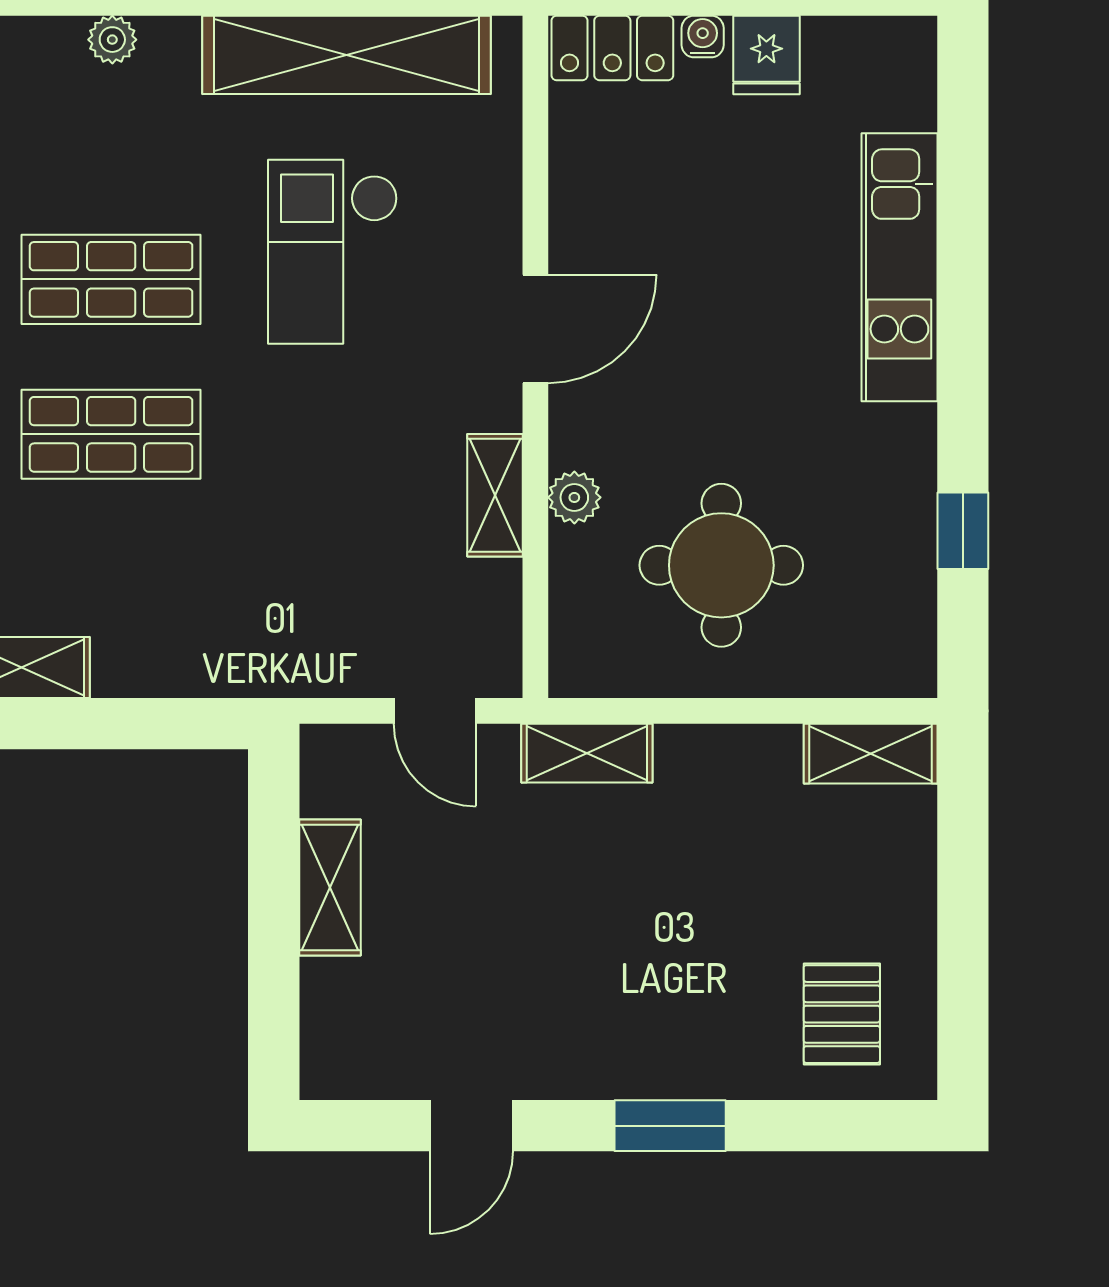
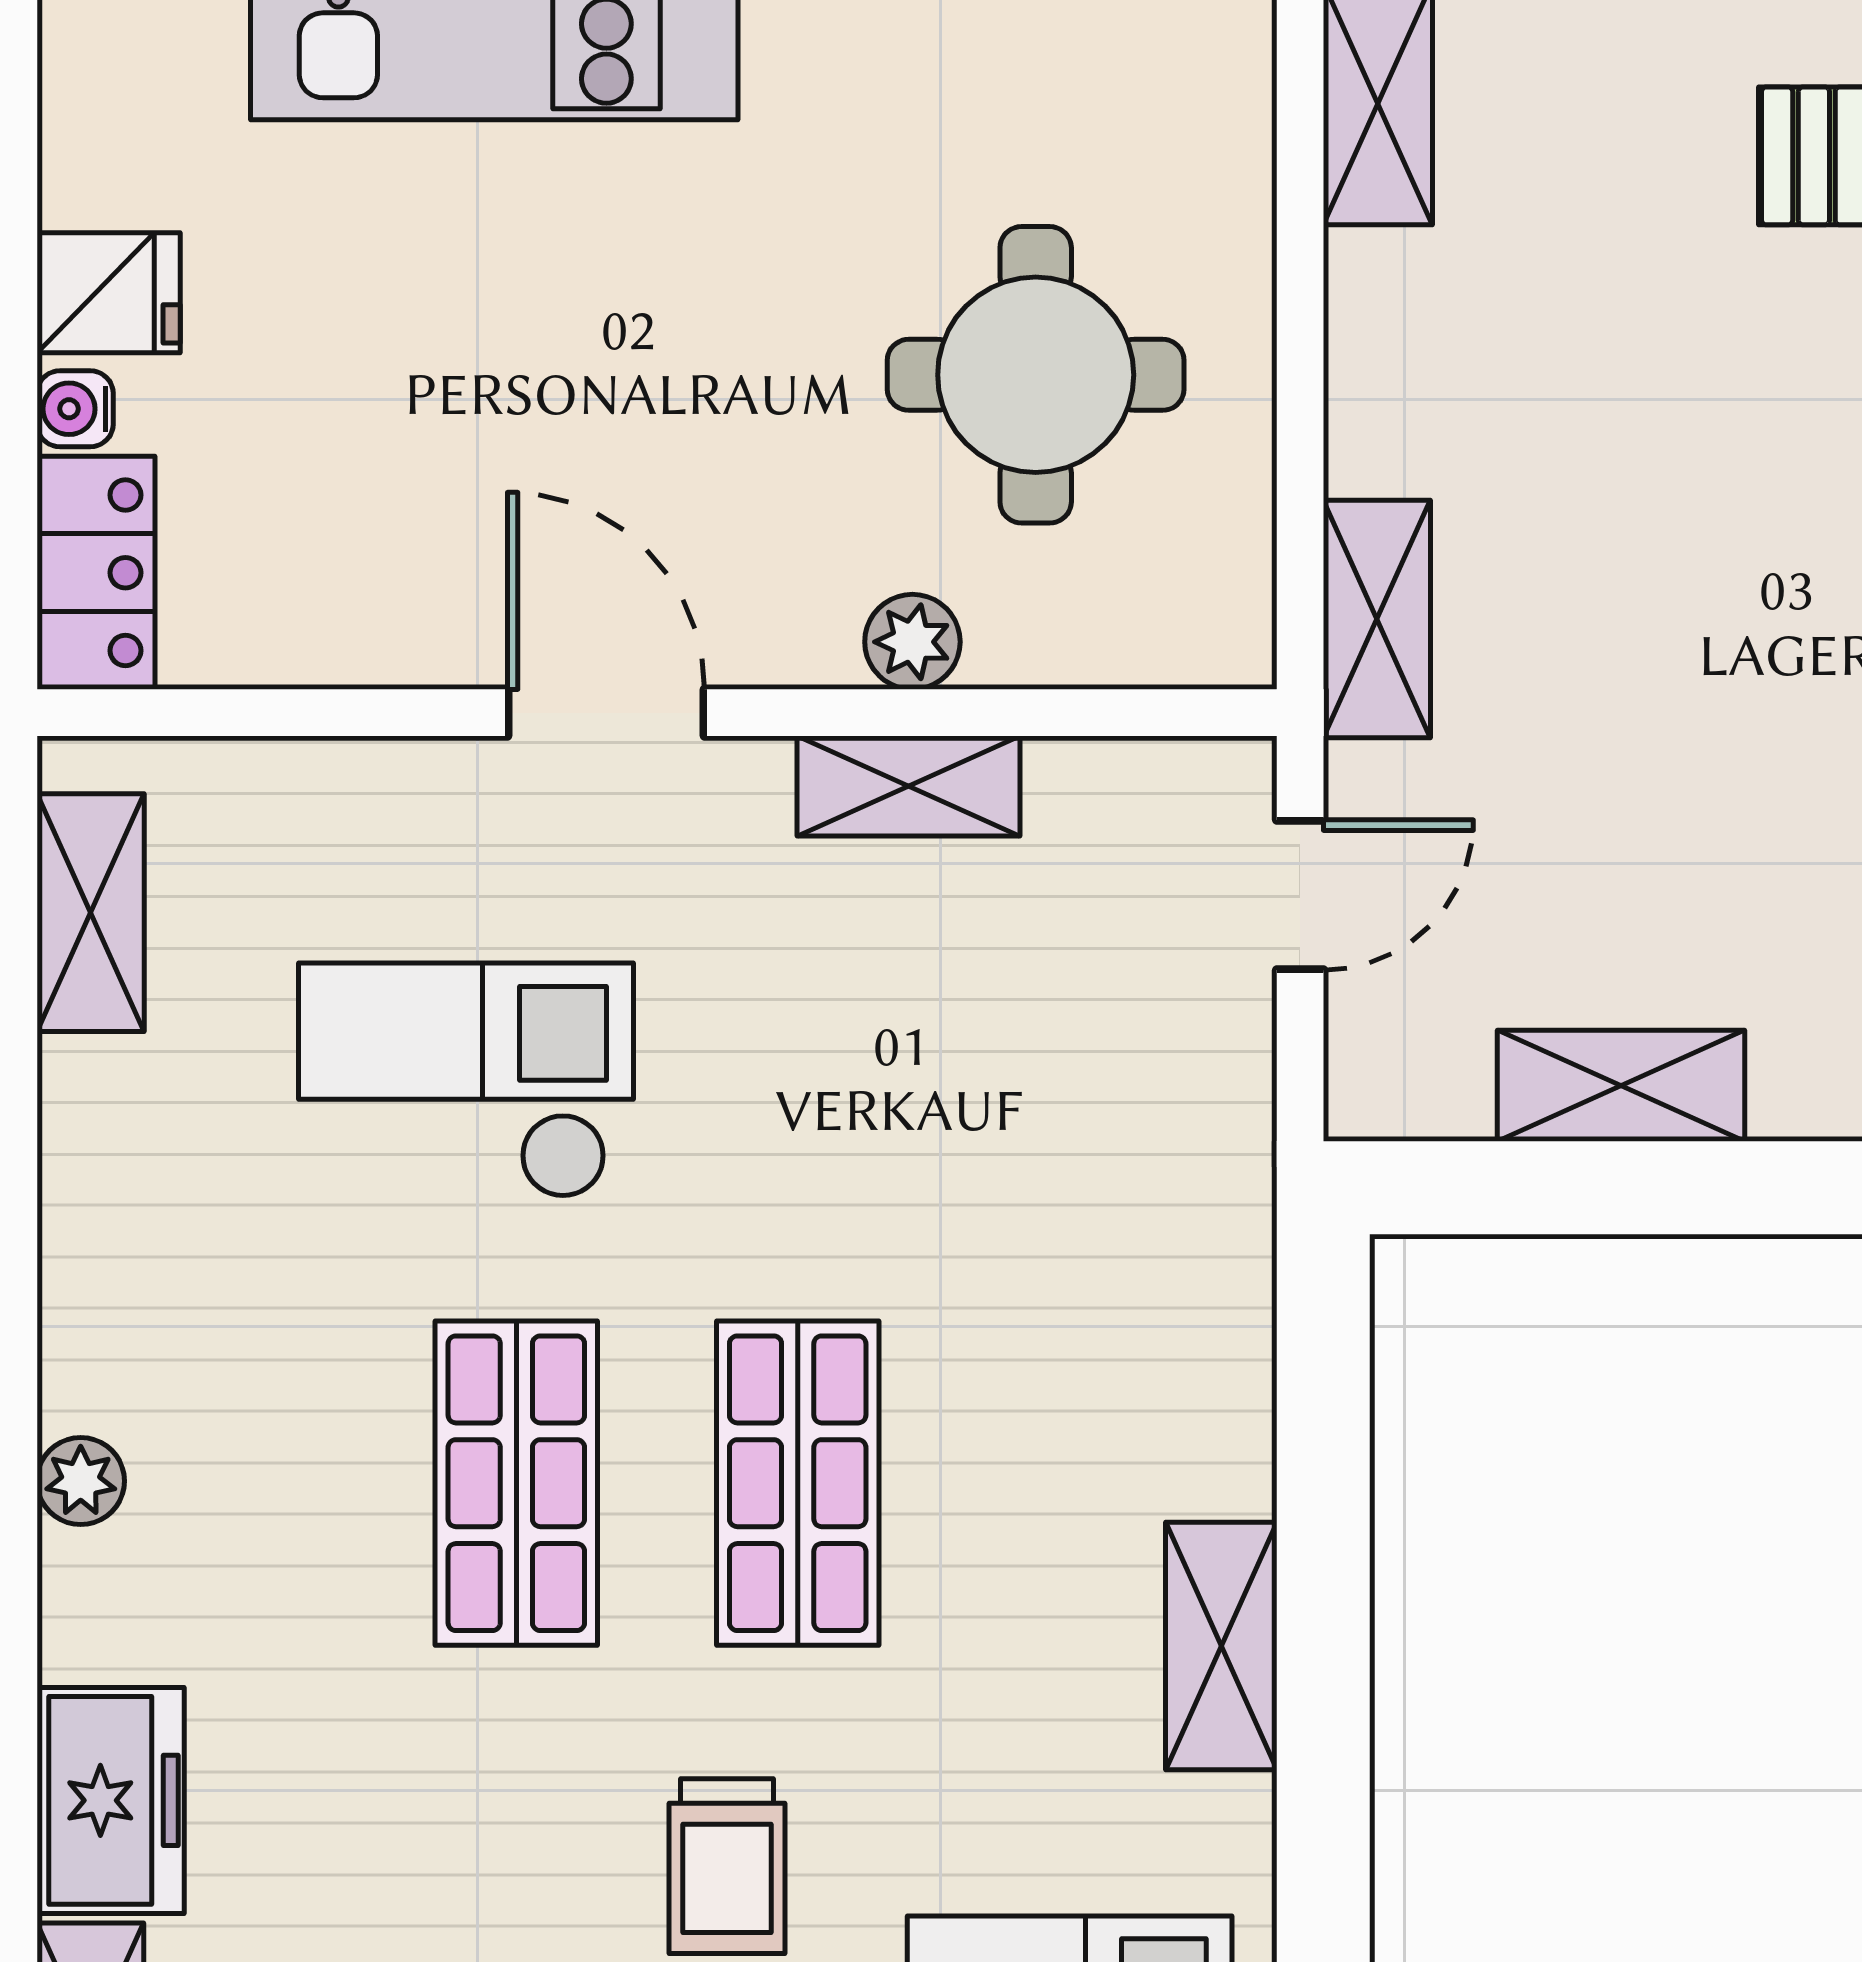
shelving: (347, 55) -> (91, 913), width x0.45, depth x0.75
checkout: (333, 252) -> (466, 1080), turned 180

